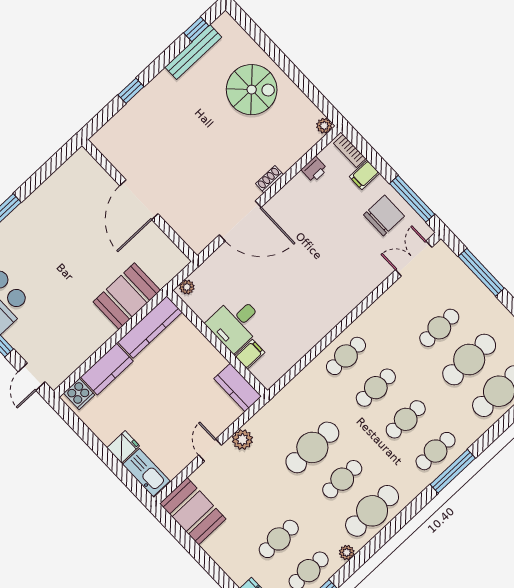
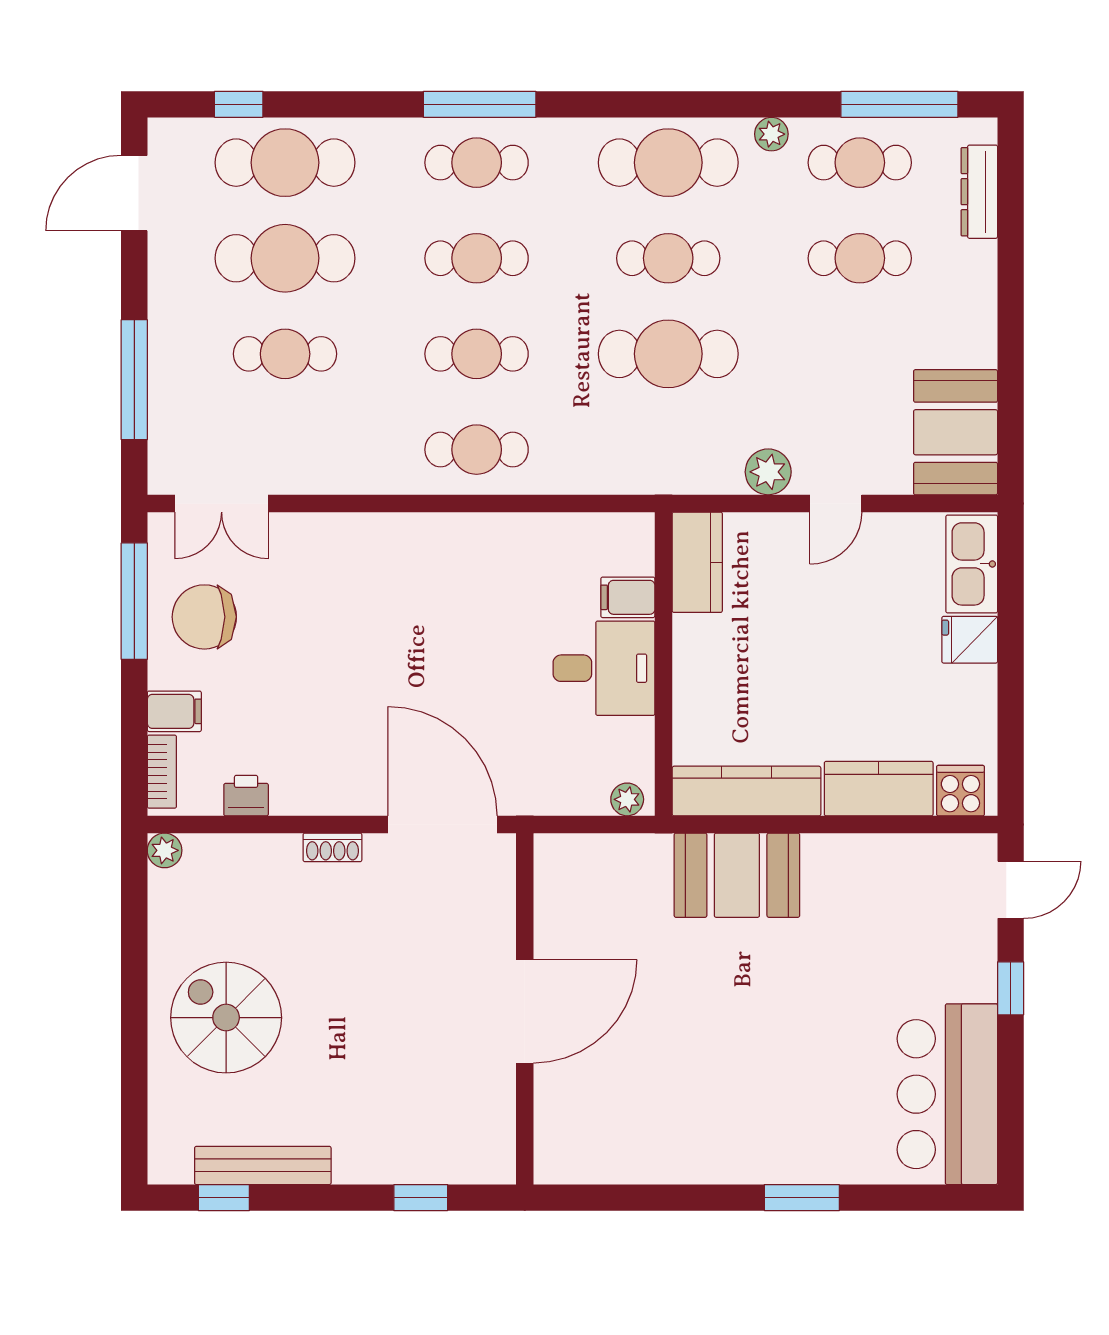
door: (139, 200) -> (525, 1011), moved
wall: (140, 201) -> (525, 1009), moved

